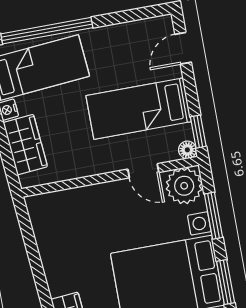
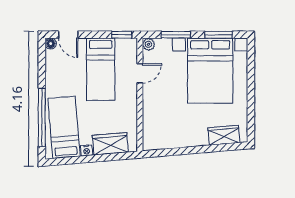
floor lamp: (187, 150) -> (51, 44), moved
plant: (184, 186) -> (148, 44), width x0.53, depth x0.53

